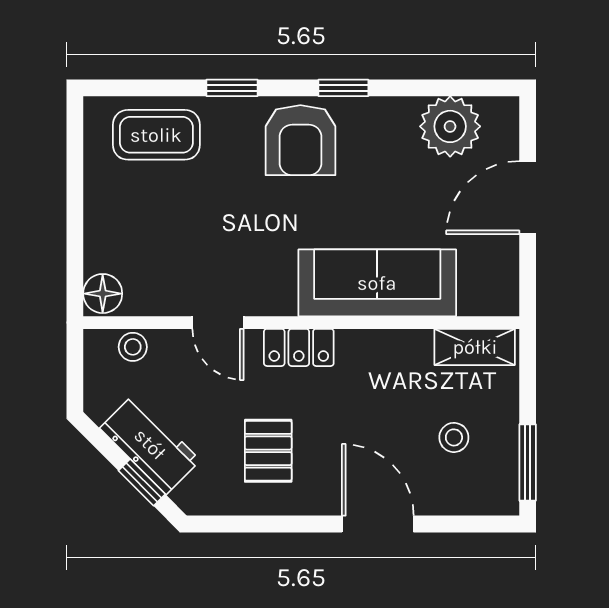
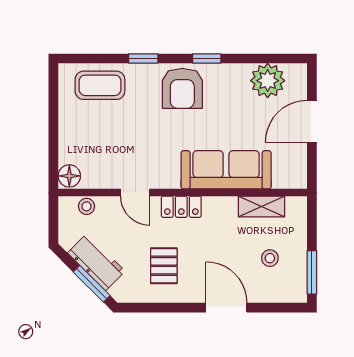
shelving: (475, 347) -> (261, 206), moved
window: (142, 482) -> (92, 284), width x1.50

